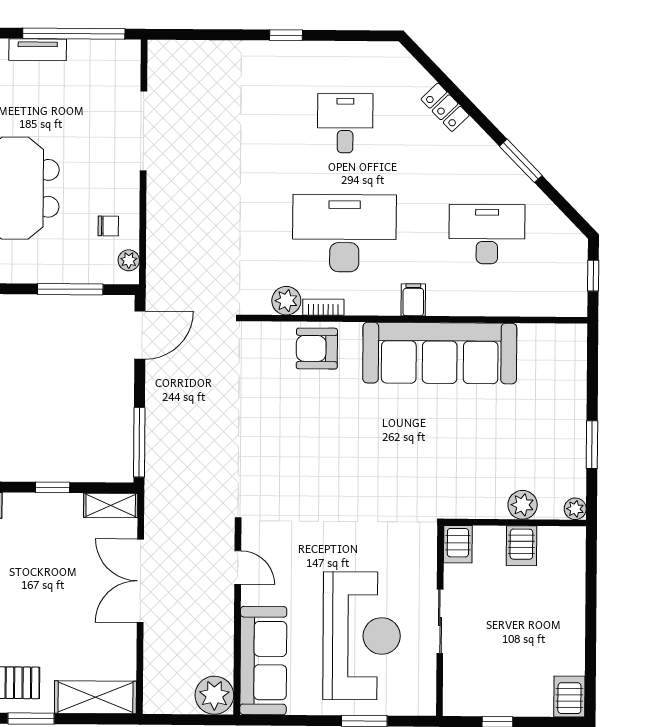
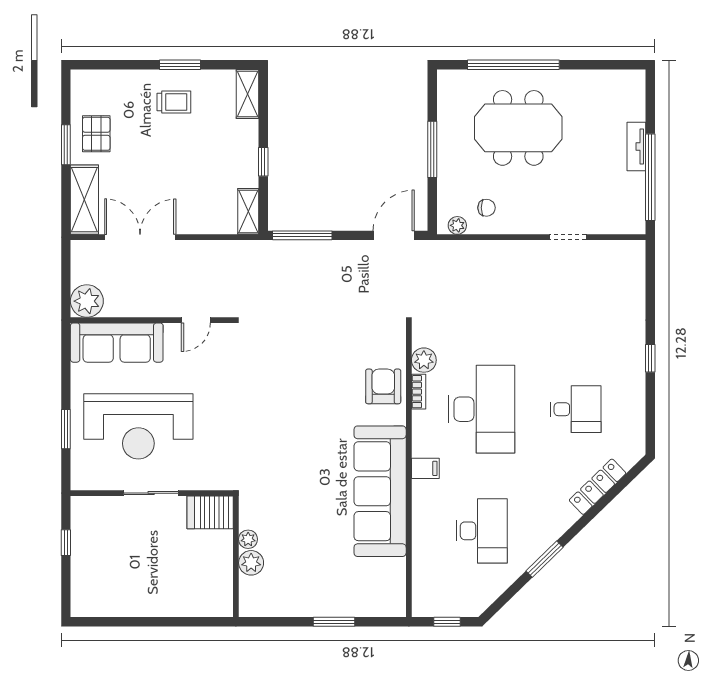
locker: (445, 107) -> (598, 487), width x1.53
doorway: (144, 131) -> (568, 237), width x0.53
chair: (108, 226) -> (486, 208), turned -90
window: (70, 289) -> (432, 149), moved
door: (140, 335) -> (394, 235), swing flipped
window: (592, 445) -> (334, 622), moved
plant: (575, 509) -> (248, 539), moved
server rack: (458, 544) -> (210, 512), width x1.36, depth x1.44
server rack: (521, 546) -> (216, 562), removed
double door: (140, 581) -> (140, 237), moved
server rack: (569, 696) -> (88, 604), removed

